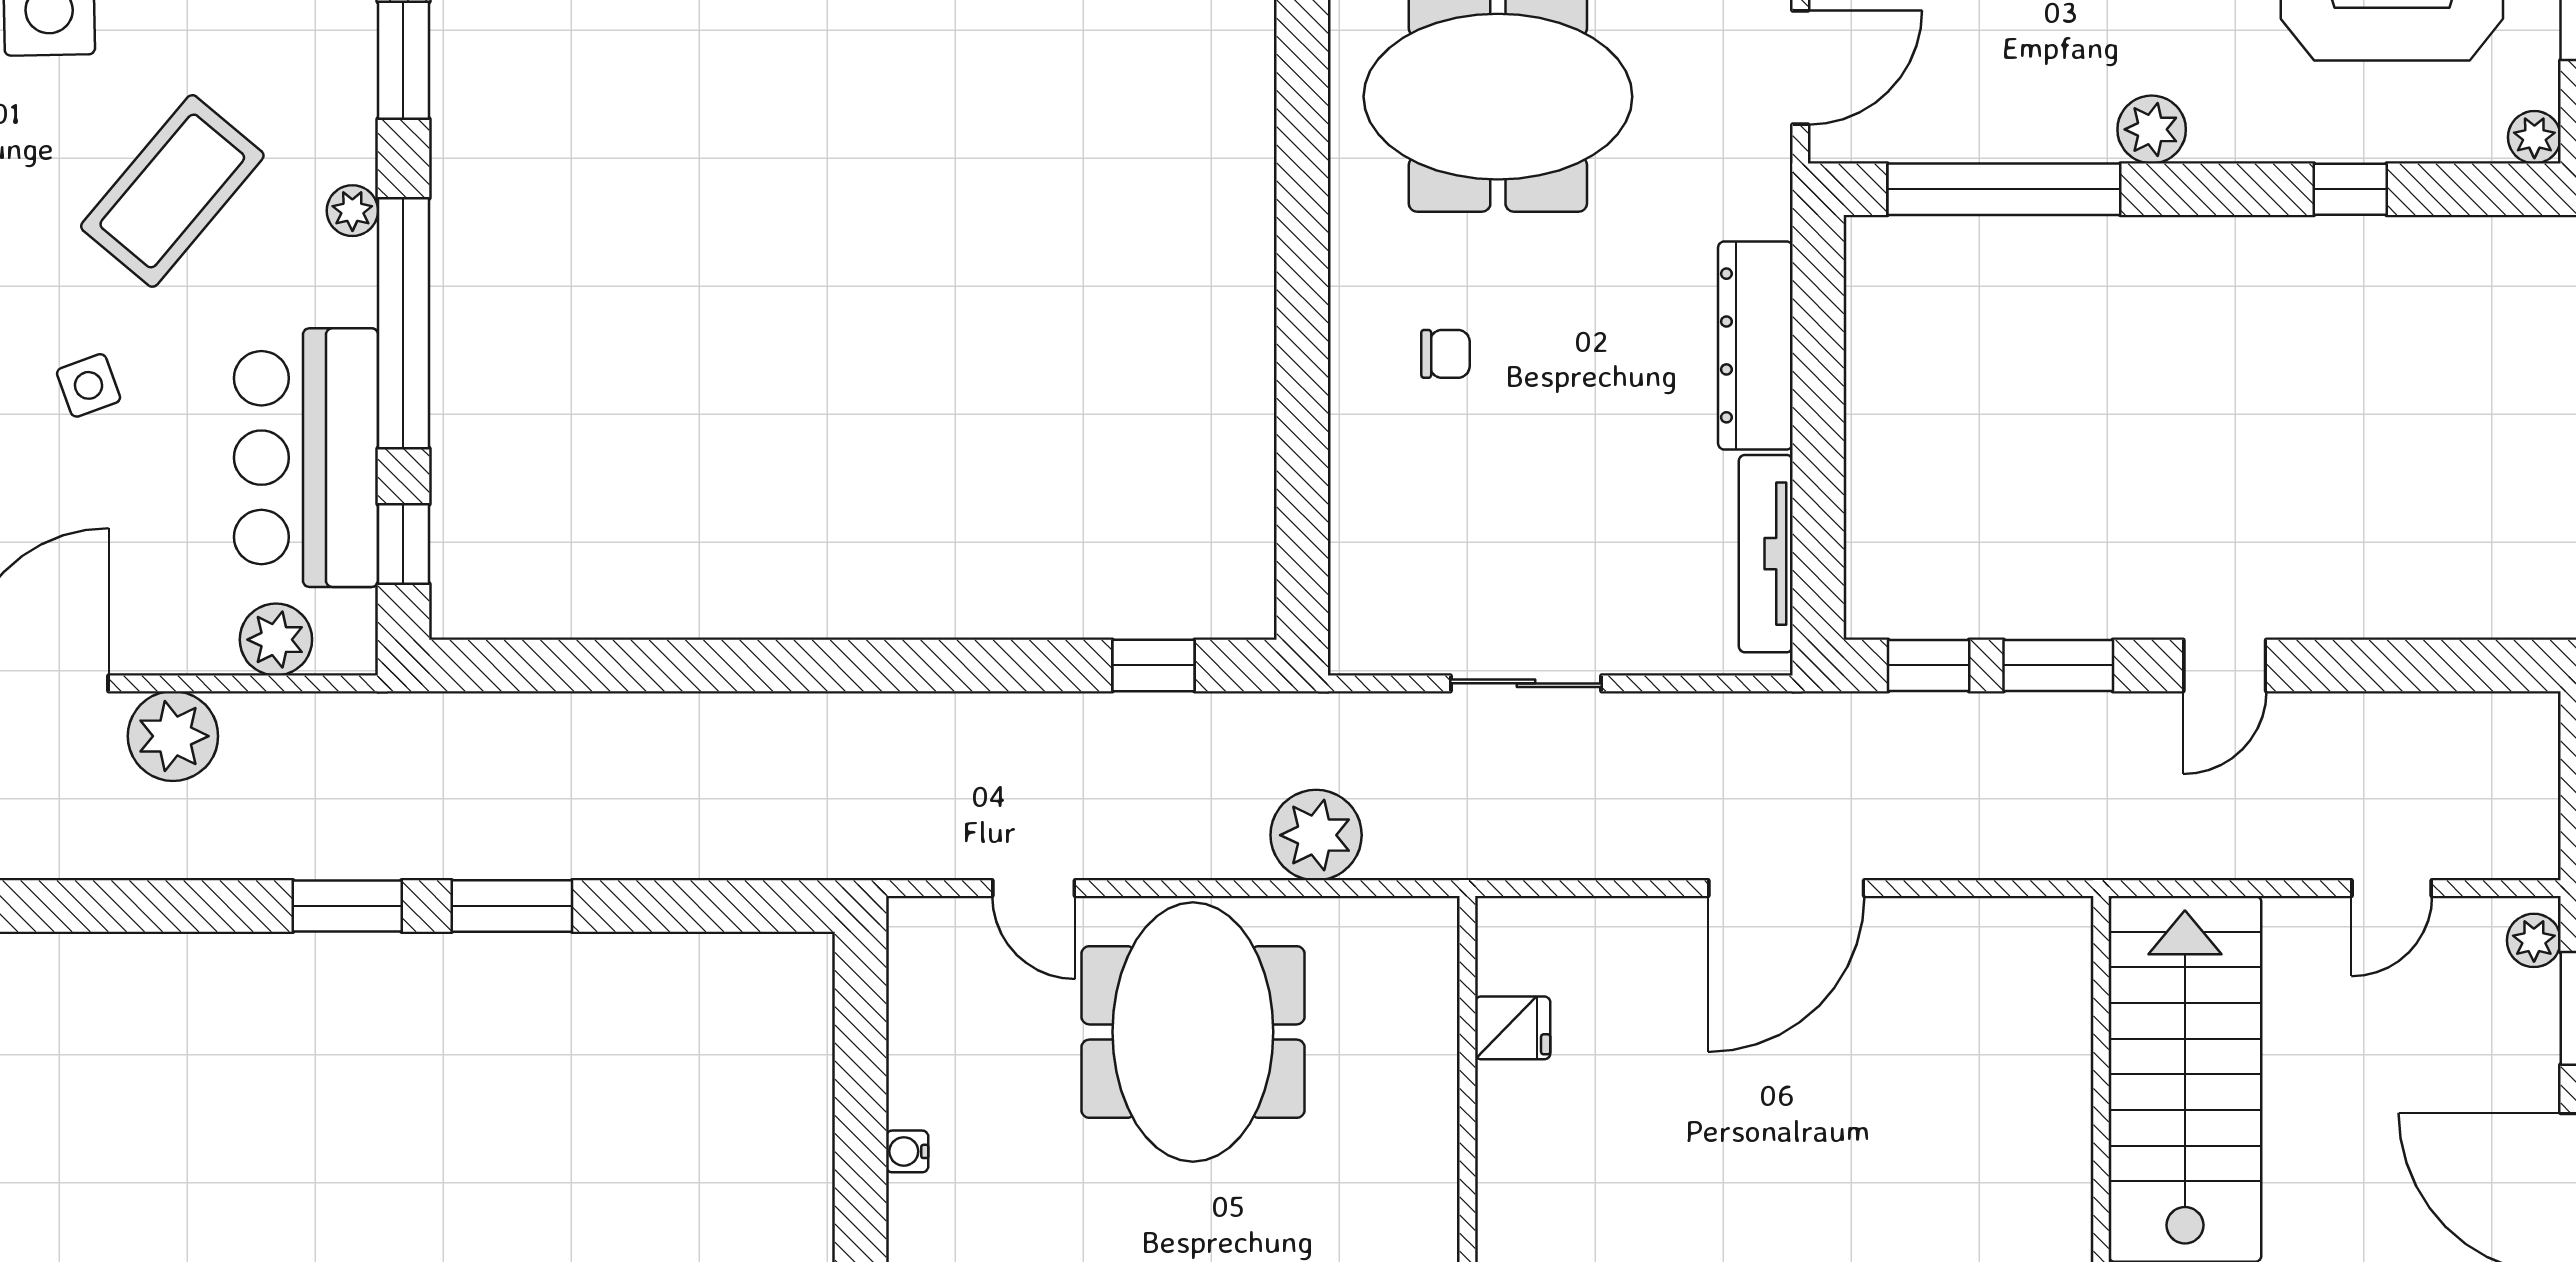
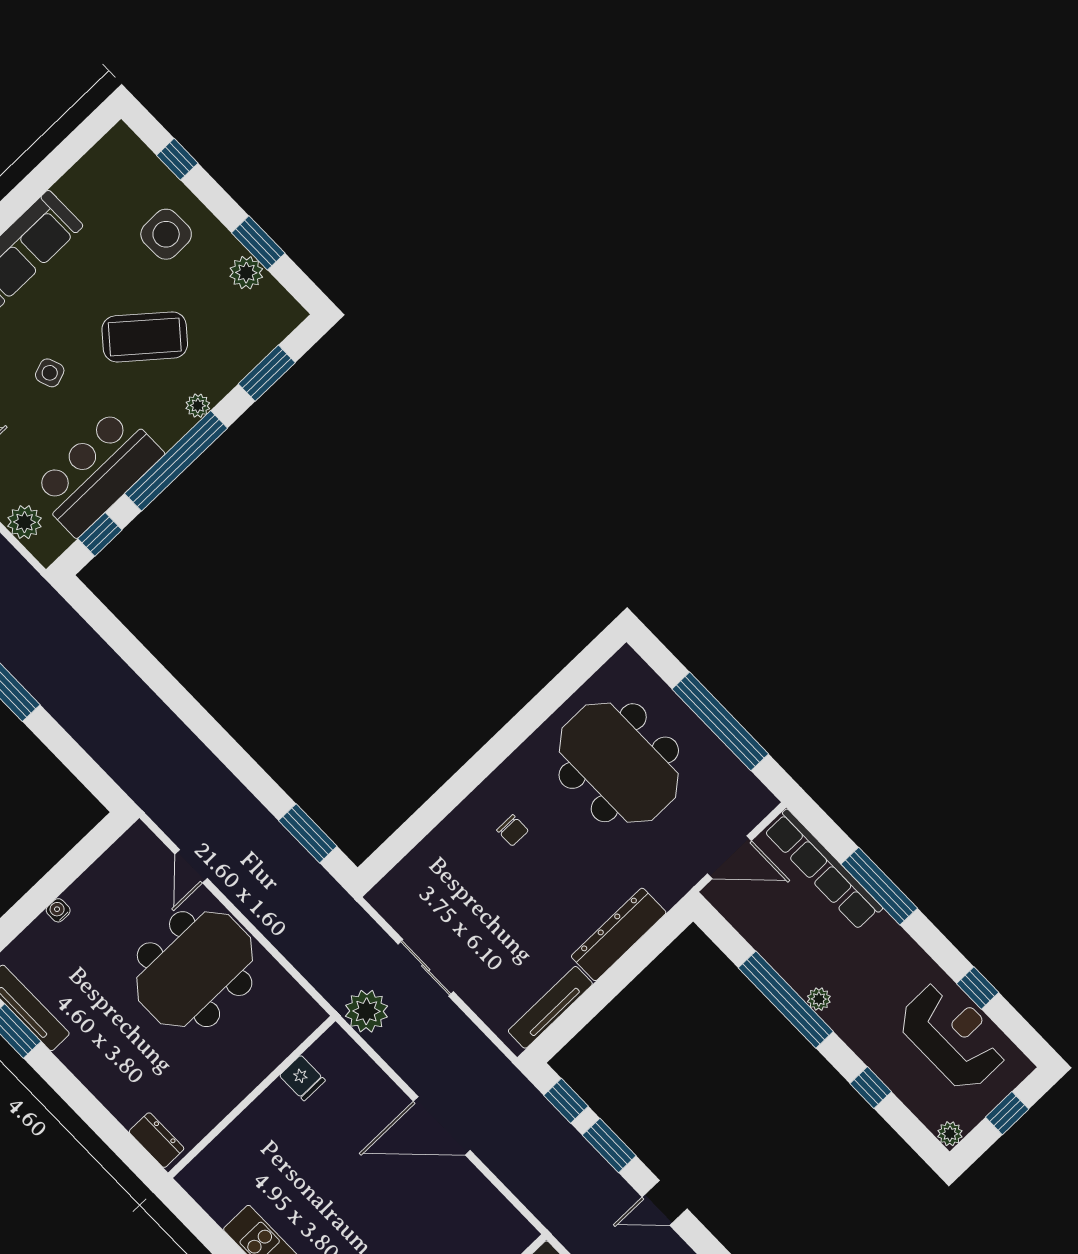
plant: (2152, 129) -> (819, 999), width x0.73, depth x0.73
window: (2004, 189) -> (786, 1000), moved
window: (1153, 665) -> (308, 833), width x1.50
plant: (1316, 835) -> (366, 1011), moved

